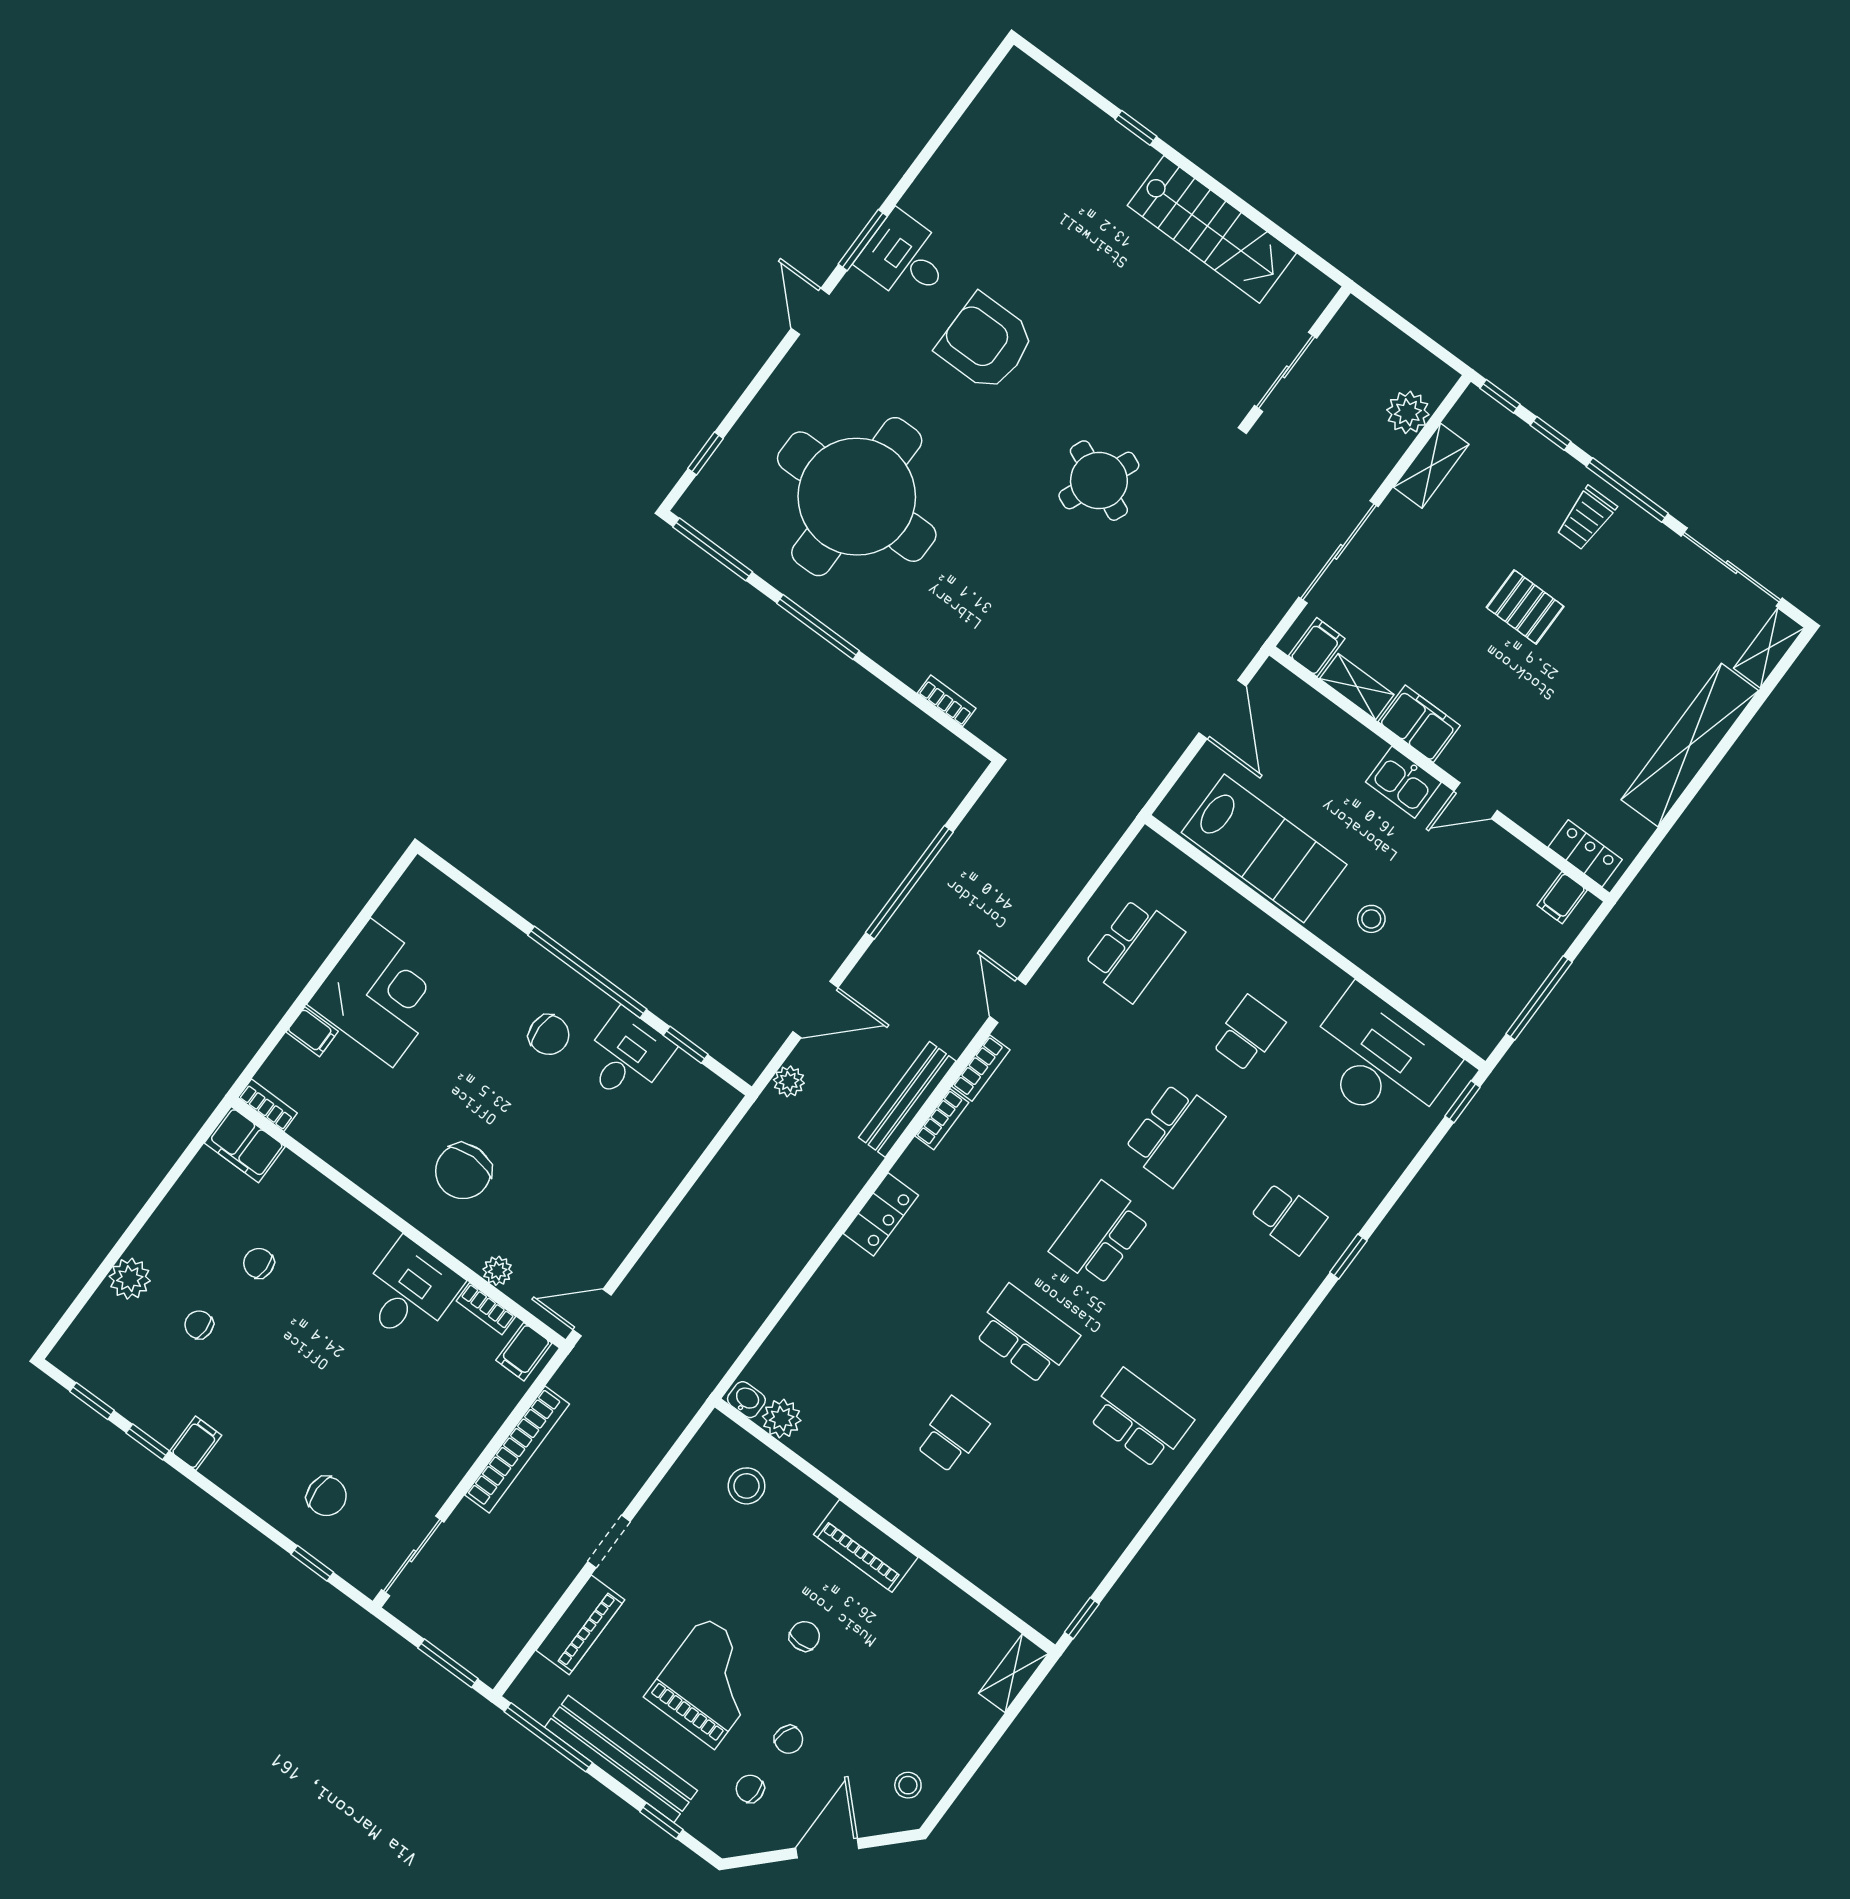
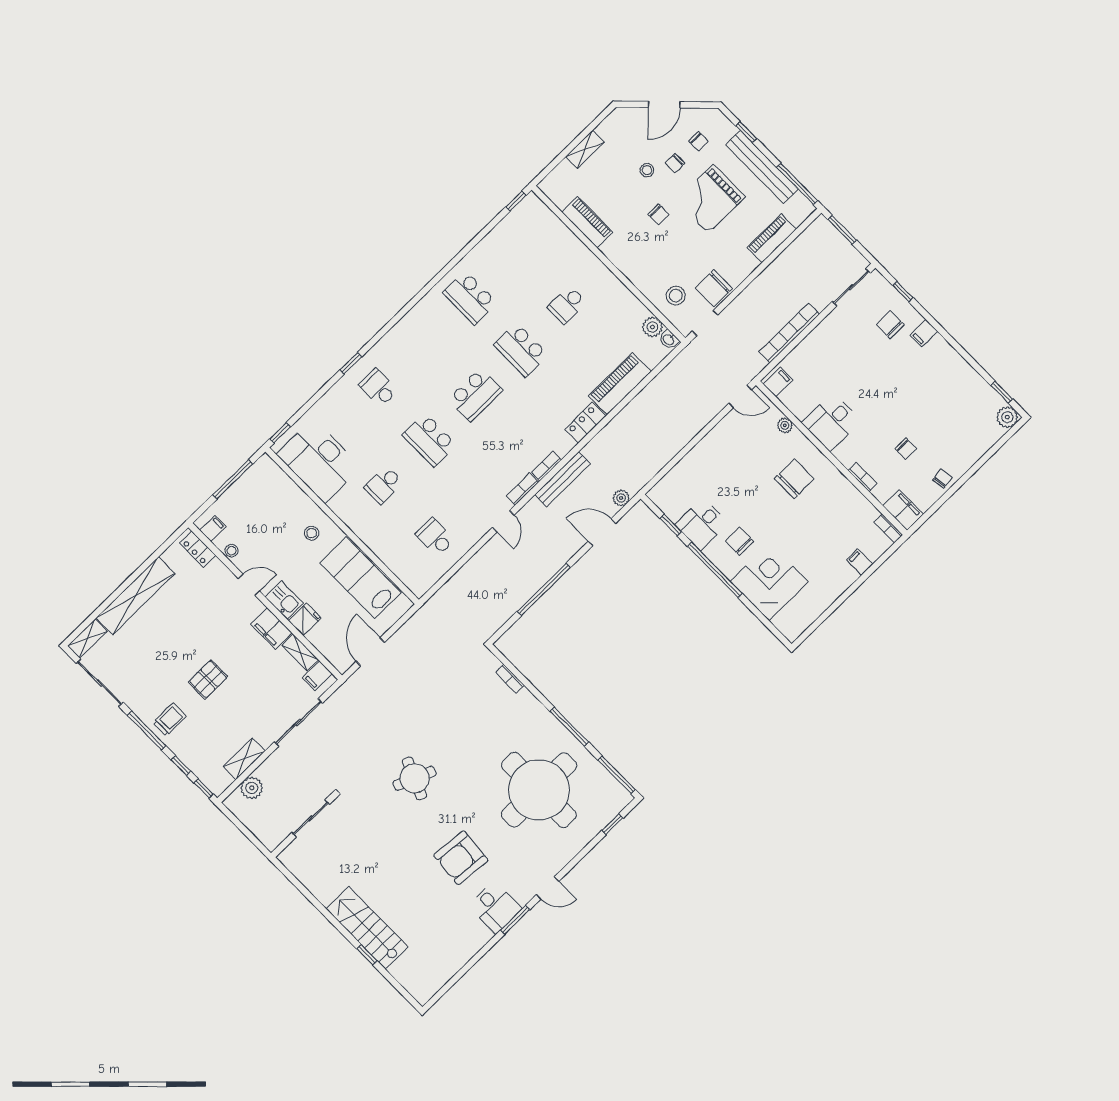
stairs: (1212, 229) -> (367, 928), moved
door: (810, 311) -> (548, 888), hinge flipped
armchair: (986, 343) -> (461, 858), turned 95
pallet: (1525, 607) -> (208, 679), turned 90
fridge: (1358, 752) -> (305, 619), added
stool: (1519, 861) -> (232, 551), added
school desk: (1134, 949) -> (435, 537), width x0.54
corner desk: (381, 993) -> (769, 582), moved, turned 90
school desk: (1174, 1134) -> (429, 440), turned -90
plant: (130, 1279) -> (1007, 417), moved
piano: (827, 1300) -> (620, 384), added
bookcase: (486, 1309) -> (863, 477), moved
chair: (199, 1325) -> (942, 479), moved, turned -99
window: (148, 1442) -> (977, 367), removed
filing cabinet: (196, 1443) -> (924, 333), moved
chair: (676, 1512) -> (714, 288), added
doorway: (609, 1542) -> (705, 323), moved
piano: (866, 1546) -> (587, 222), moved
chair: (805, 1636) -> (658, 214), turned -90
shelving: (1014, 1673) -> (585, 149), moved
chair: (789, 1740) -> (675, 163), turned -109
stool: (908, 1785) -> (647, 170), moved

